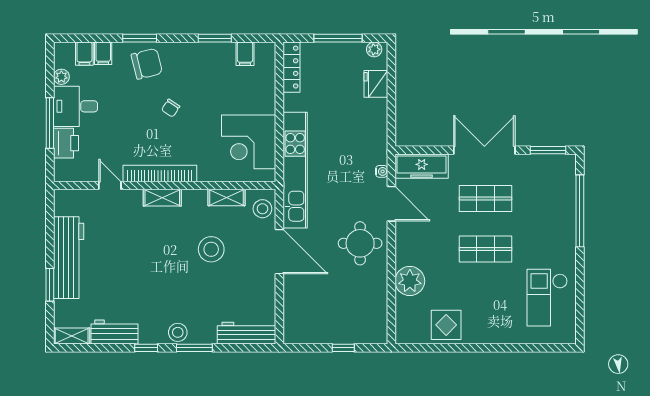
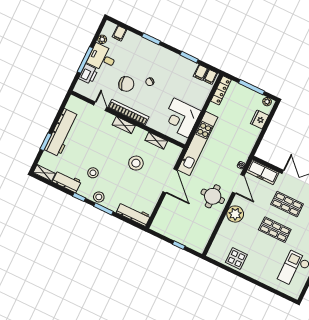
filing cabinet: (103, 53) -> (210, 77), moved
chair: (147, 64) -> (126, 84), moved
stool: (262, 209) -> (93, 173), moved
plant: (410, 281) -> (235, 214), moved

